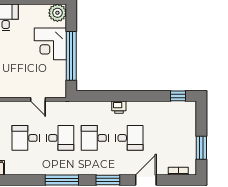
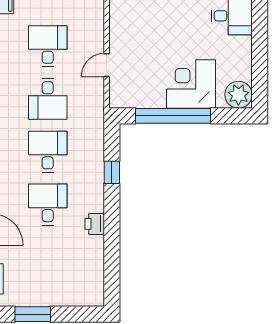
window: (178, 96) -> (112, 172), moved
printer: (119, 107) -> (95, 224), moved
desk: (129, 138) -> (48, 205), turned 180

